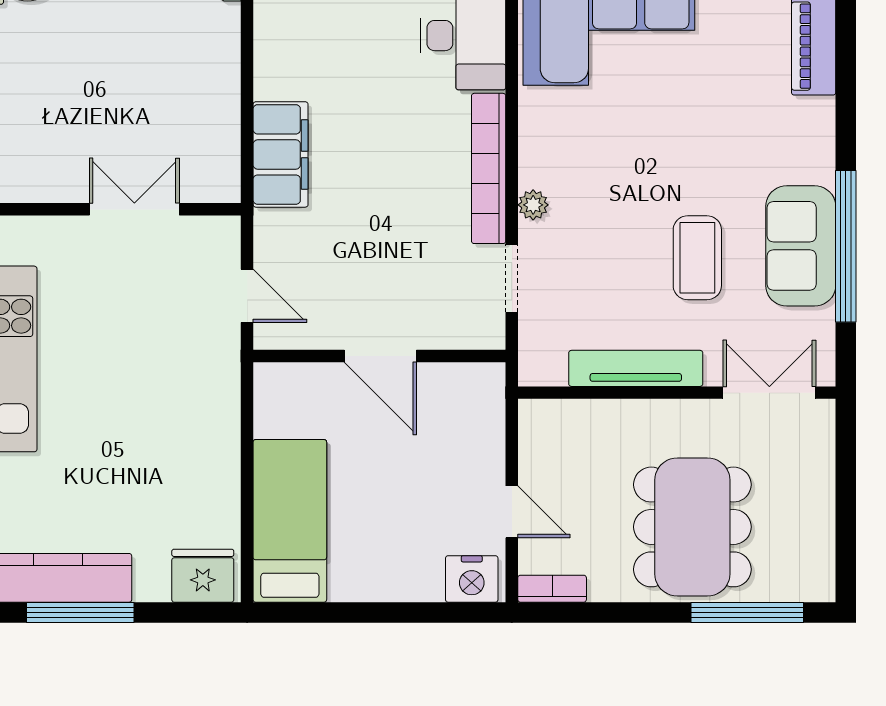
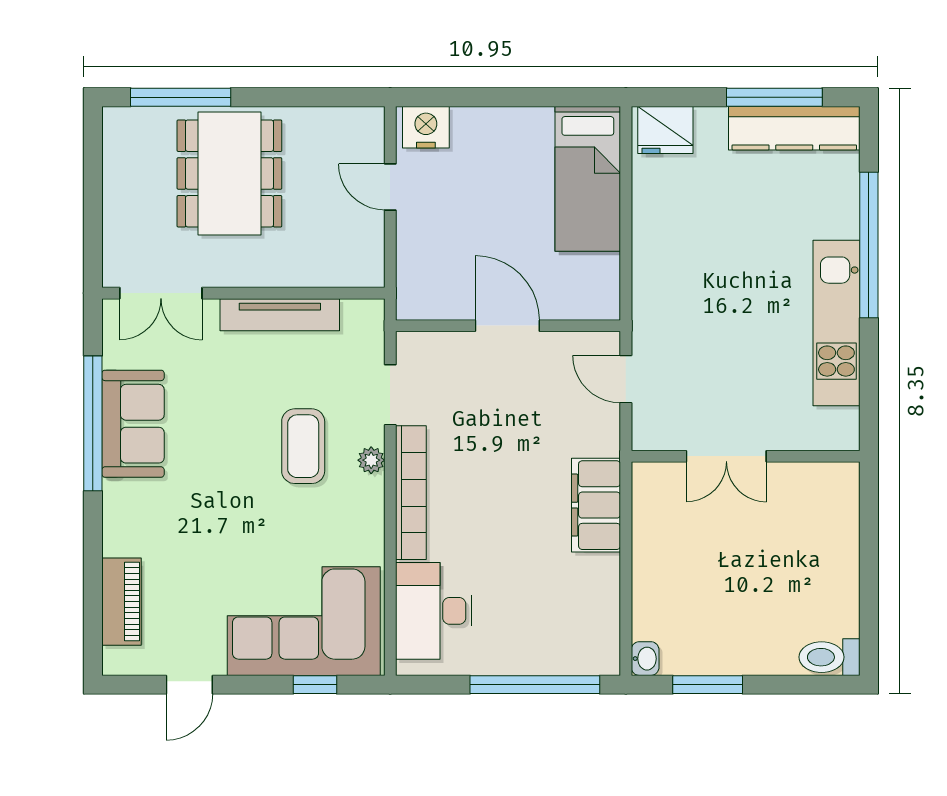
coffee table: (697, 258) -> (303, 446), moved
bookcase: (552, 589) -> (354, 119), removed

